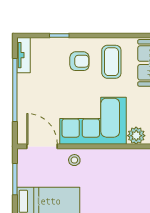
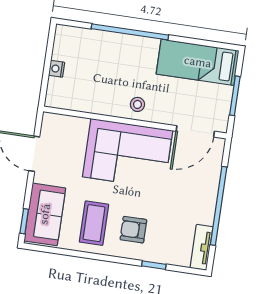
plant: (136, 136) -> (77, 127), removed
door: (42, 146) -> (195, 131), hinge flipped
stool: (74, 160) -> (137, 104), moved

